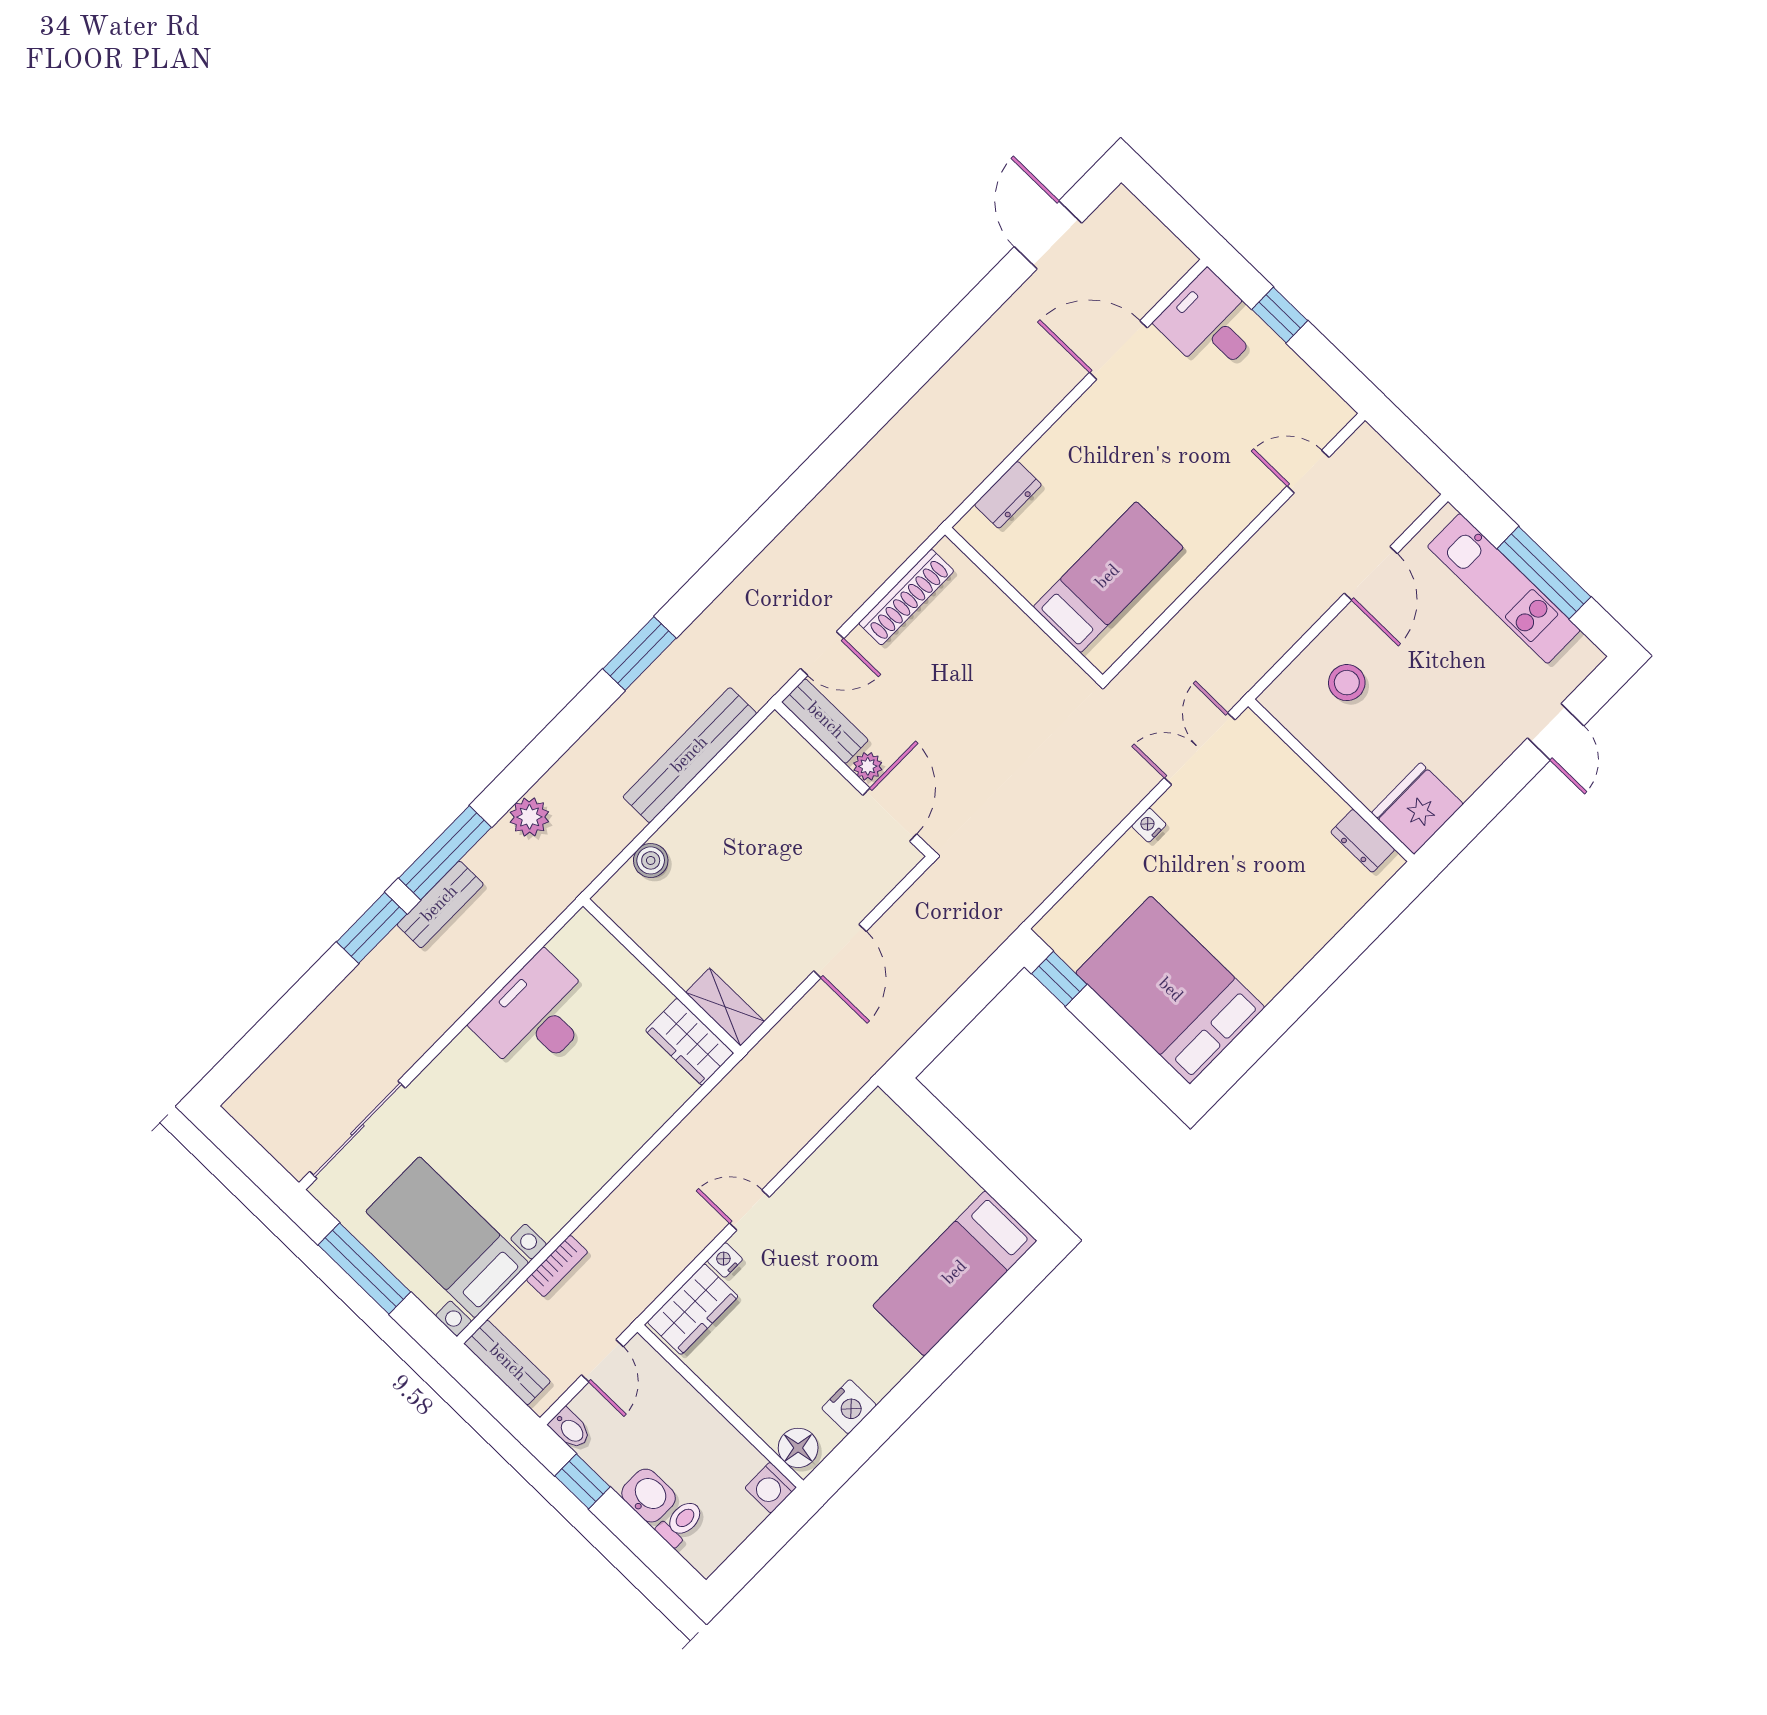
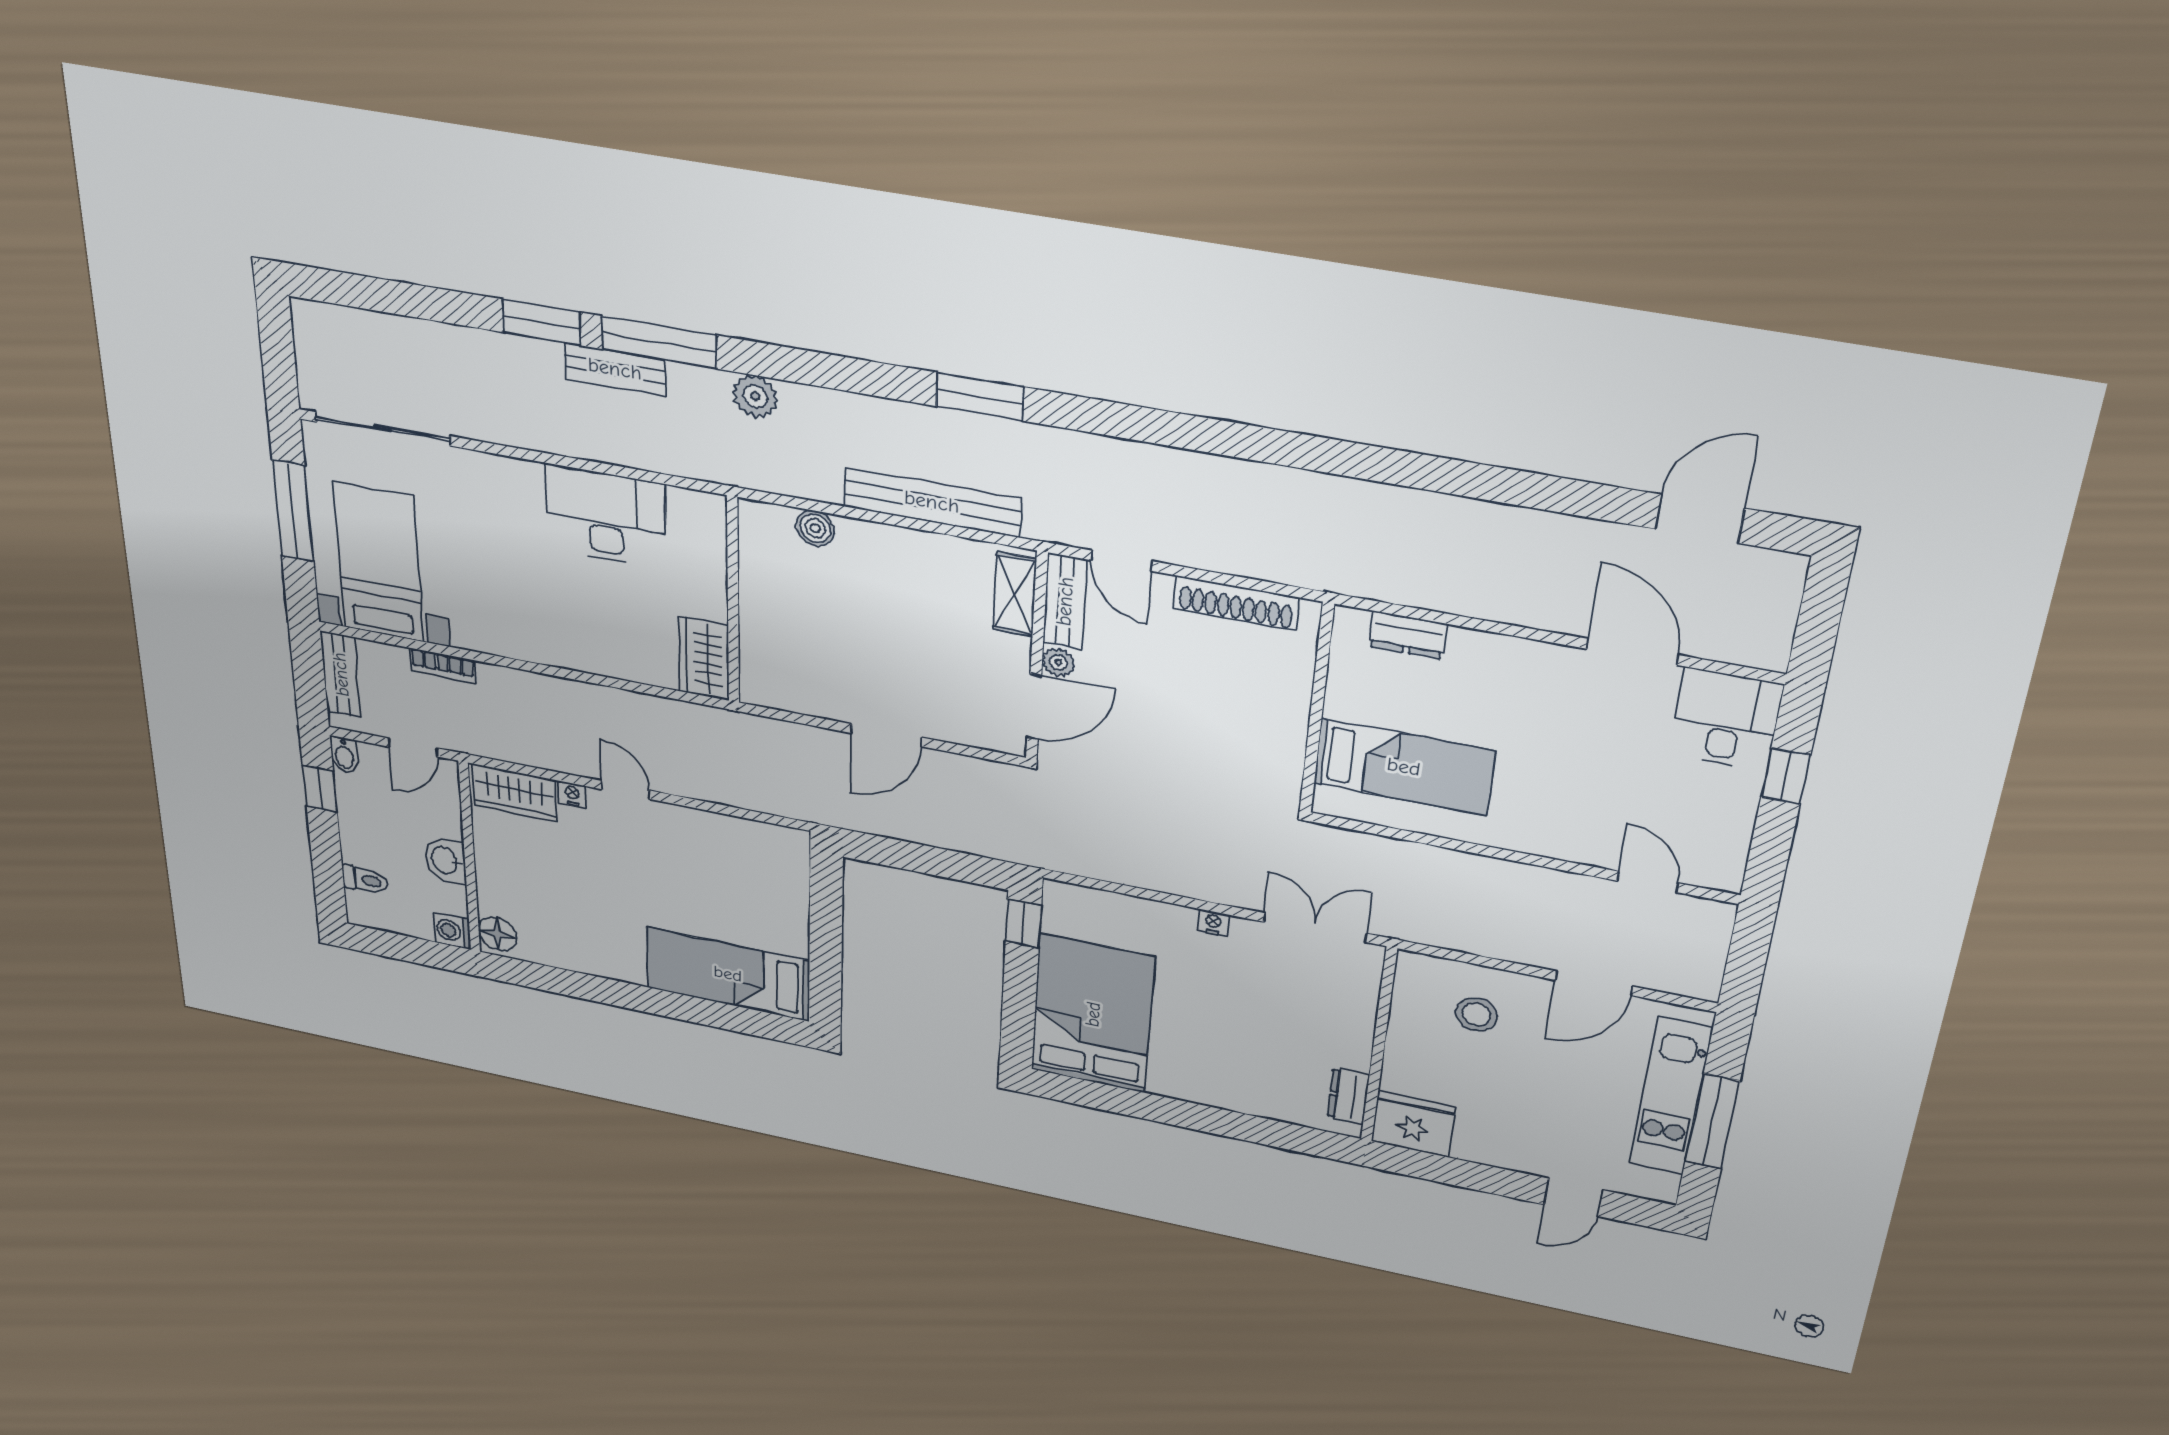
shelving: (725, 1007) -> (1015, 594), moved
nightstand: (849, 1407) -> (561, 954), removed
washbasin: (649, 1496) -> (445, 860), moved, turned 180

